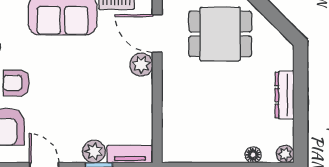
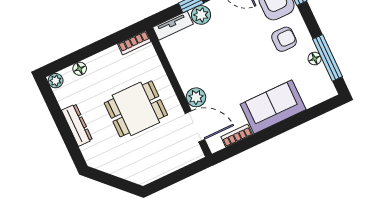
dining table: (220, 34) -> (136, 109), moved
bookcase: (180, 155) -> (134, 43), added

